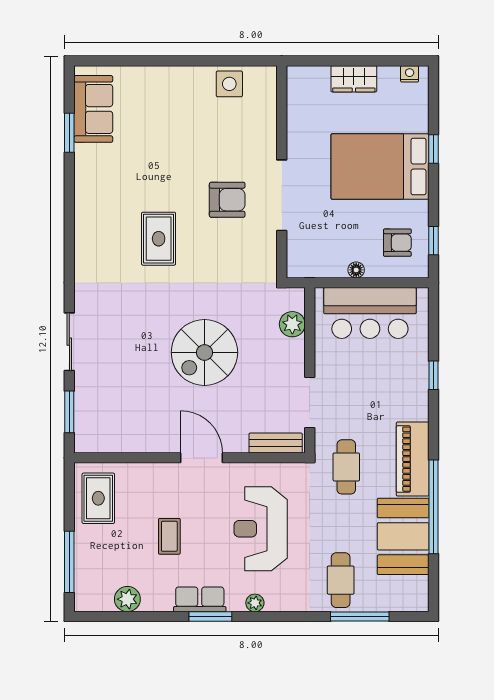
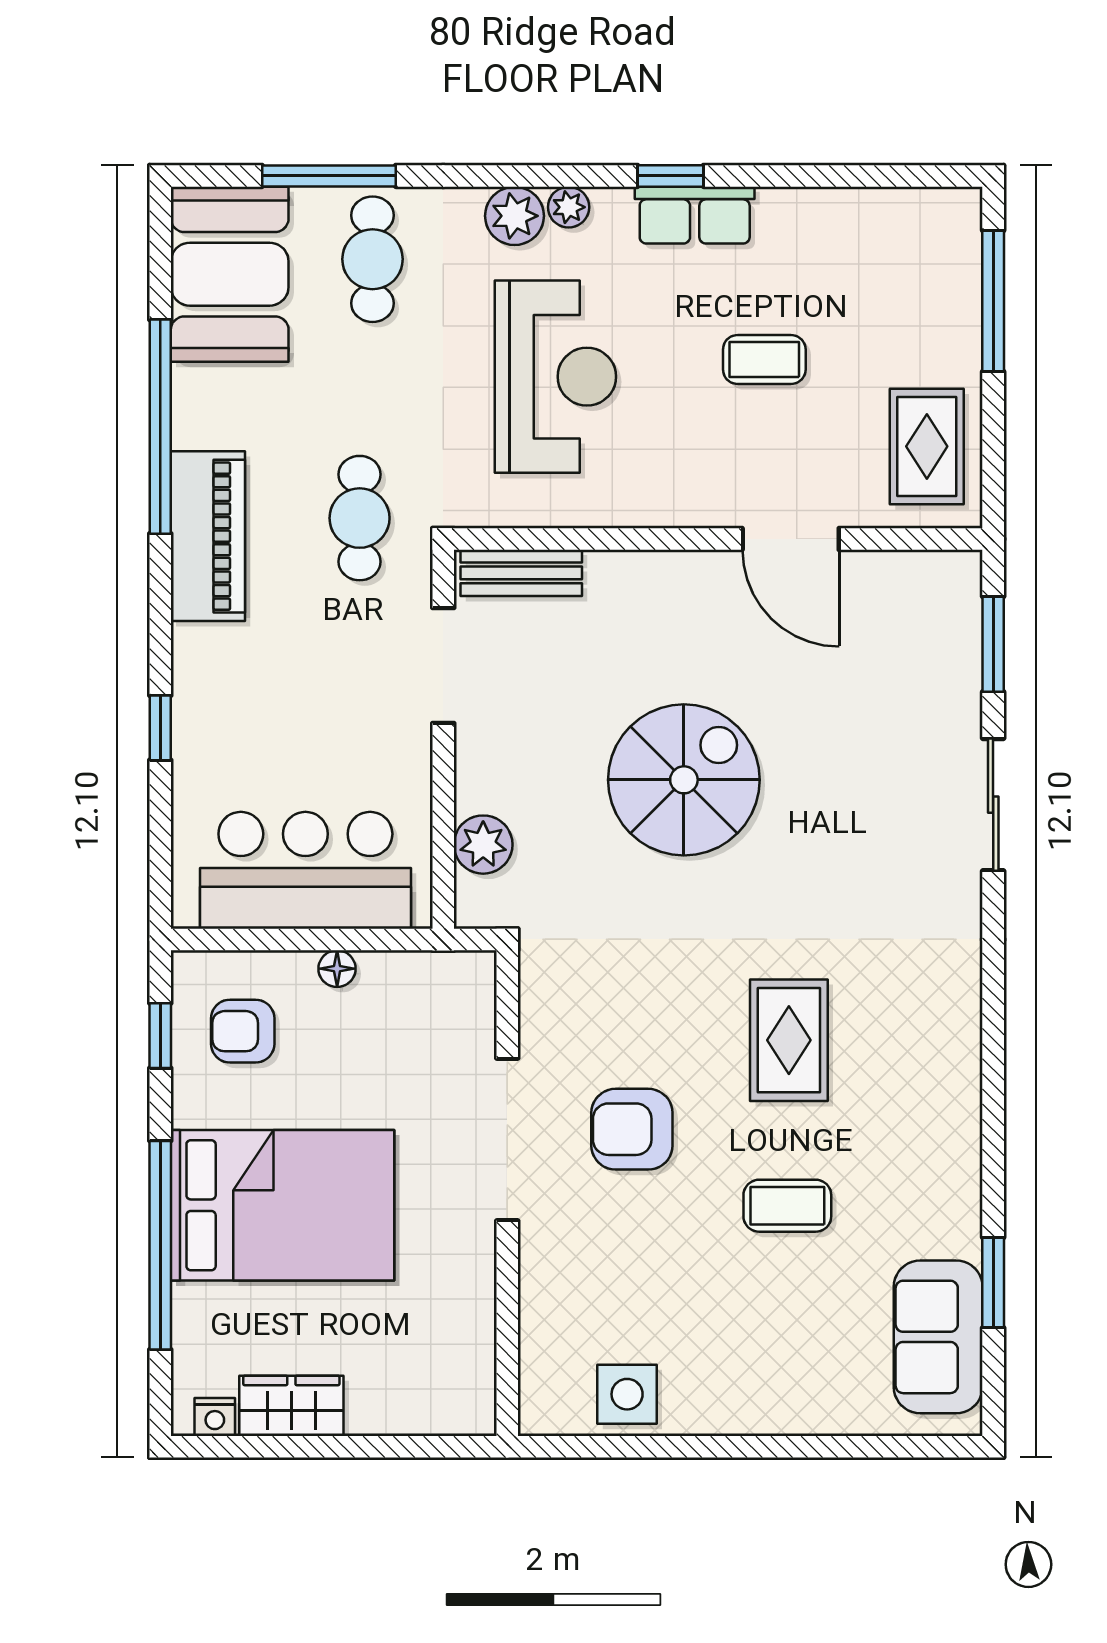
wardrobe: (354, 79) -> (291, 1406), moved
window: (433, 149) -> (160, 1245), width x3.17
coffee table: (159, 166) -> (787, 1206), added
door: (201, 458) -> (791, 539), moved
coffee table: (169, 536) -> (764, 359), turned 90
booth: (403, 536) -> (230, 274), moved
plant: (127, 599) -> (515, 216), moved
window: (210, 617) -> (670, 176), width x0.67

